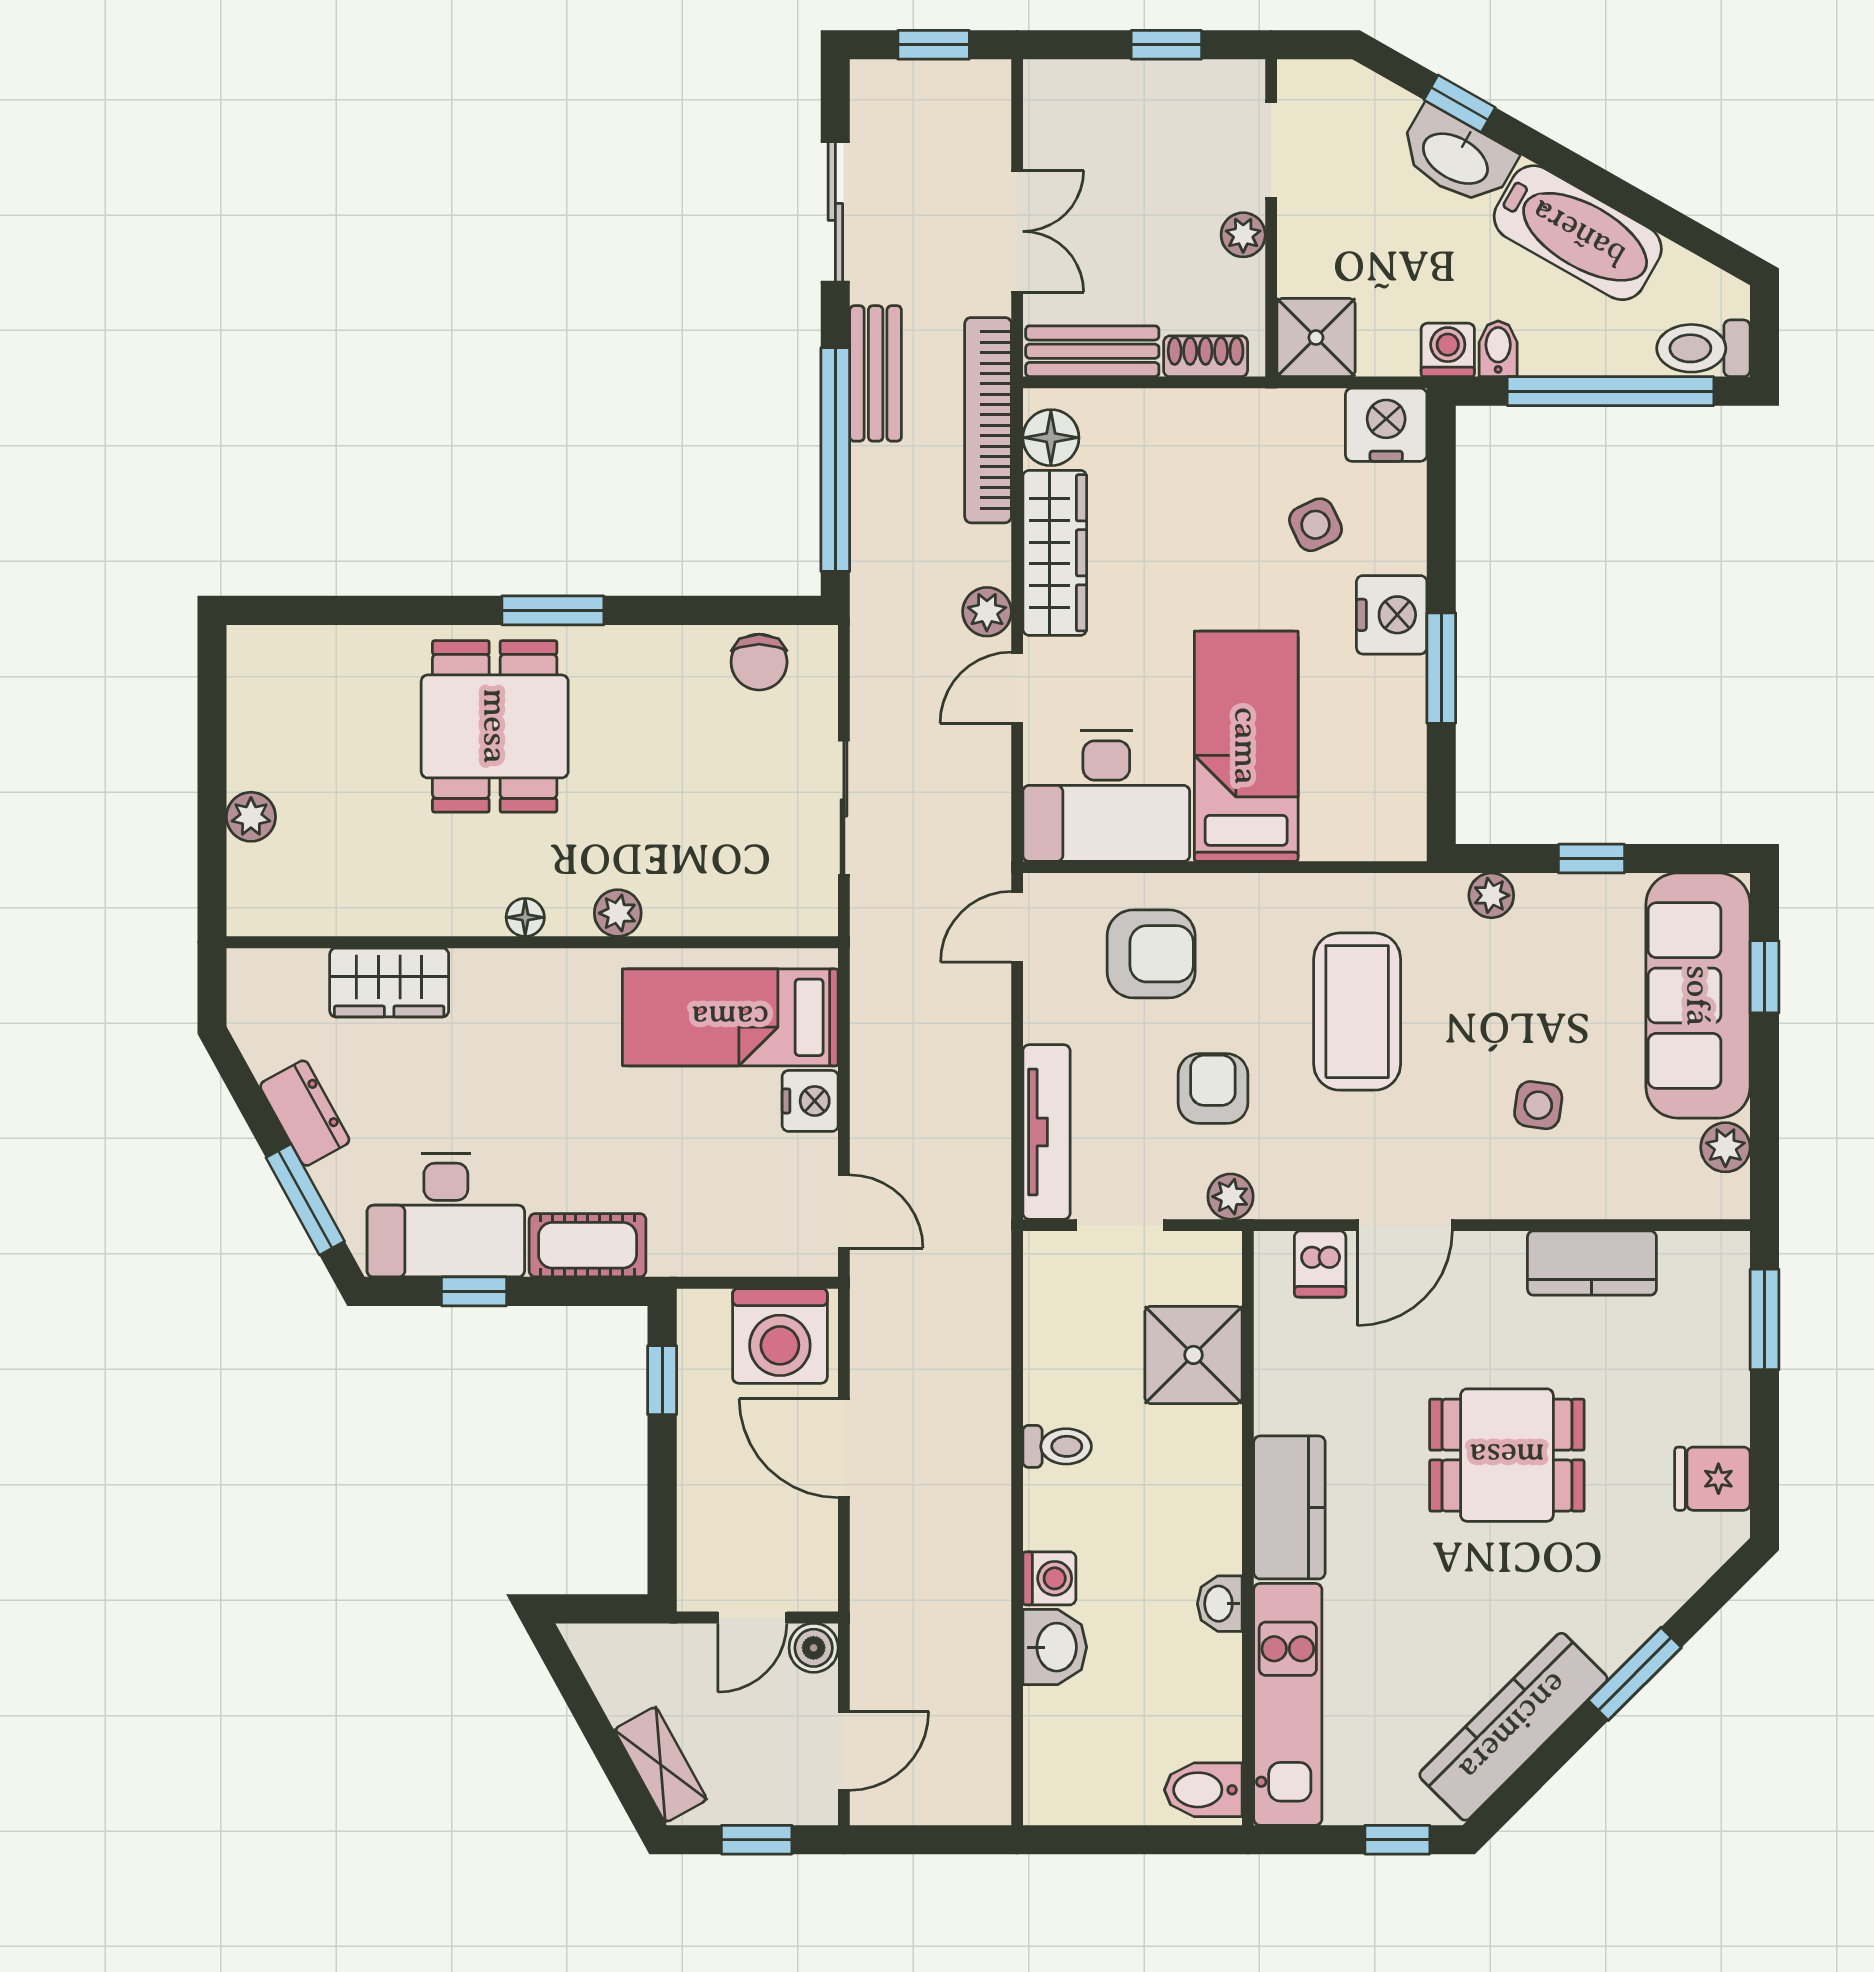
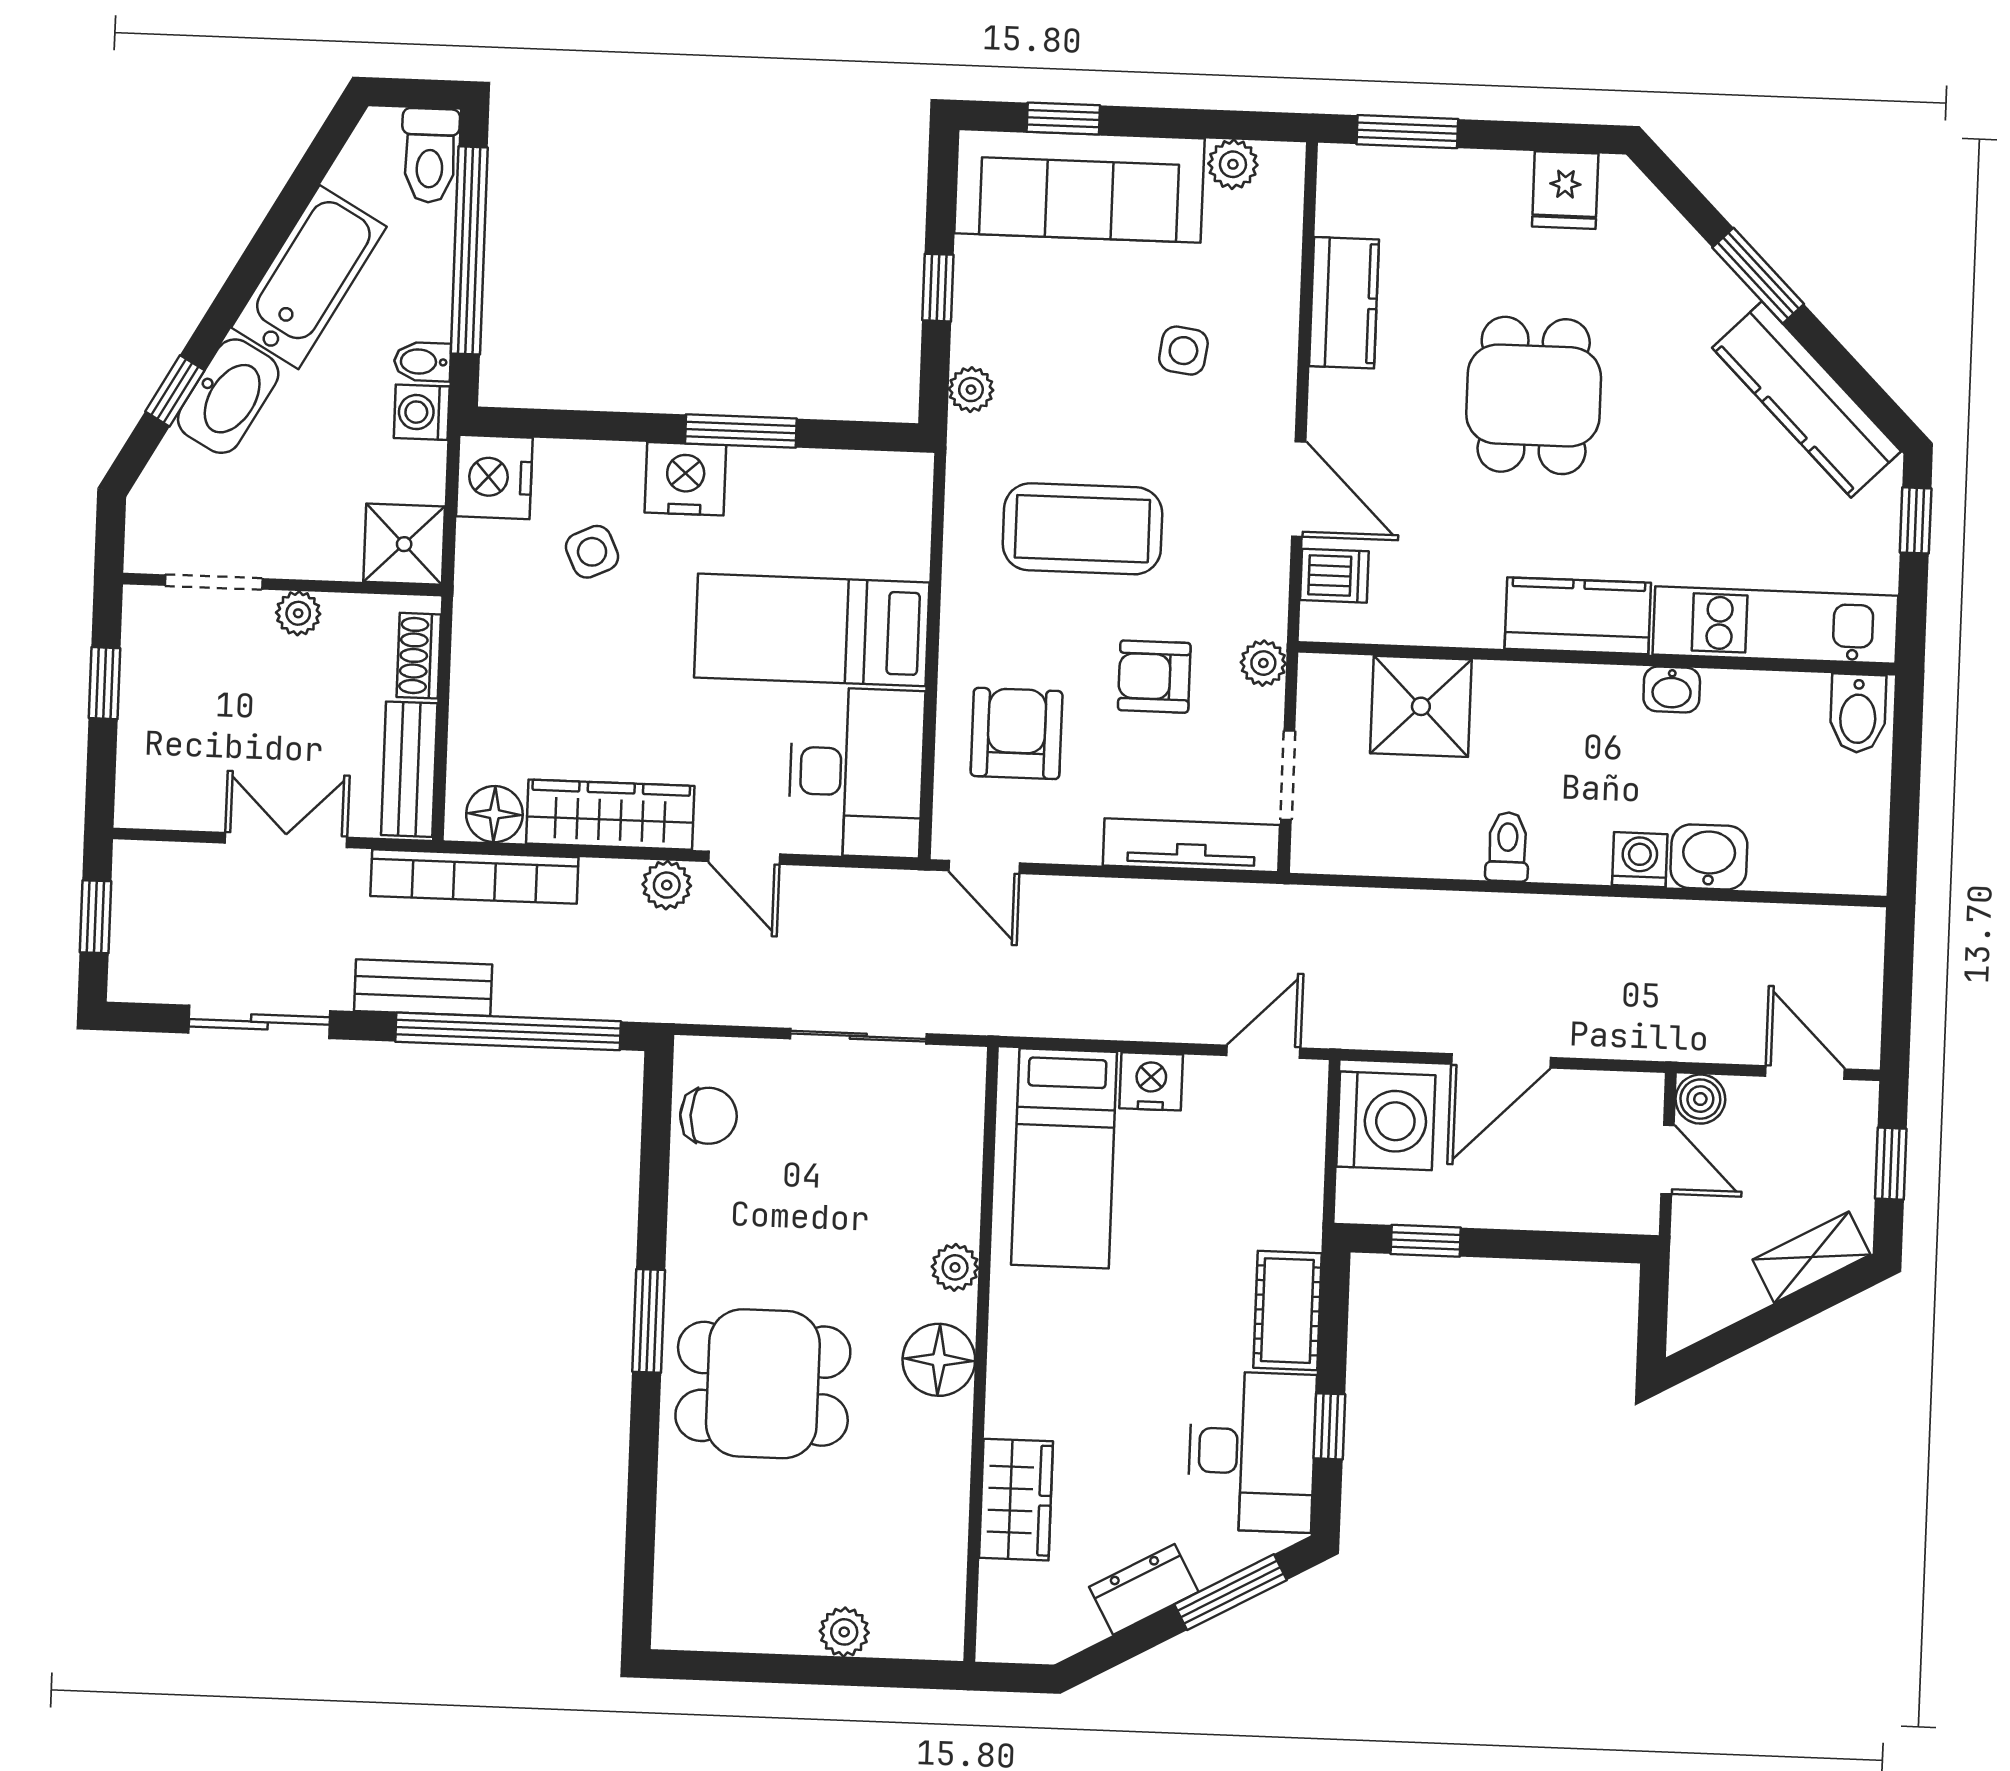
floor lamp: (525, 917) -> (939, 1360), width x1.89, depth x1.89

